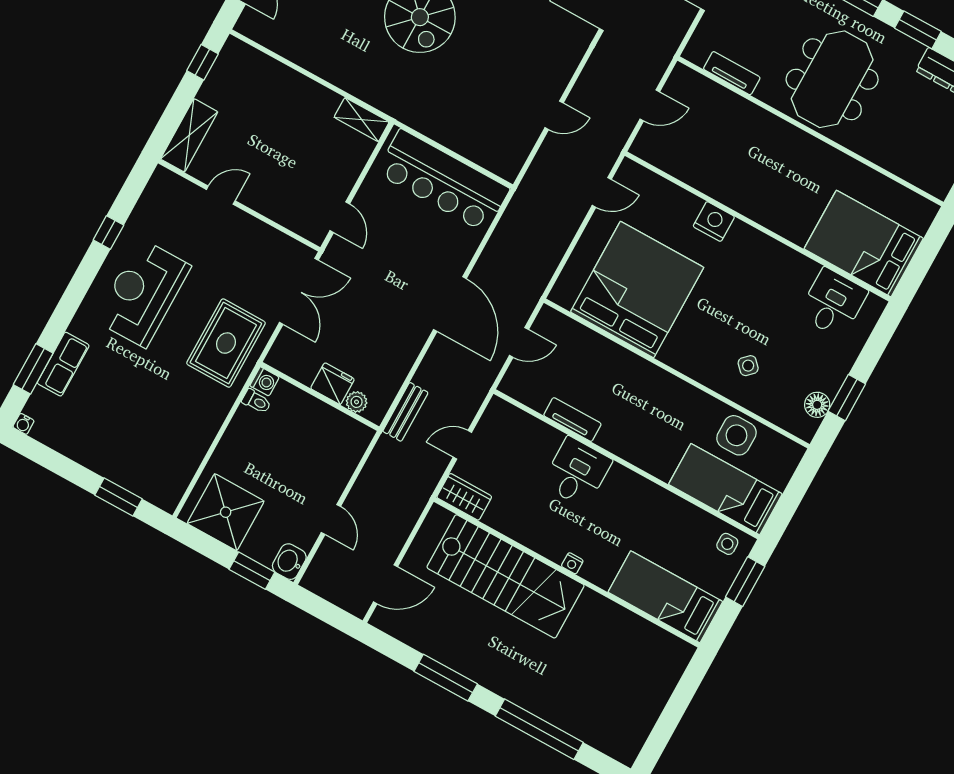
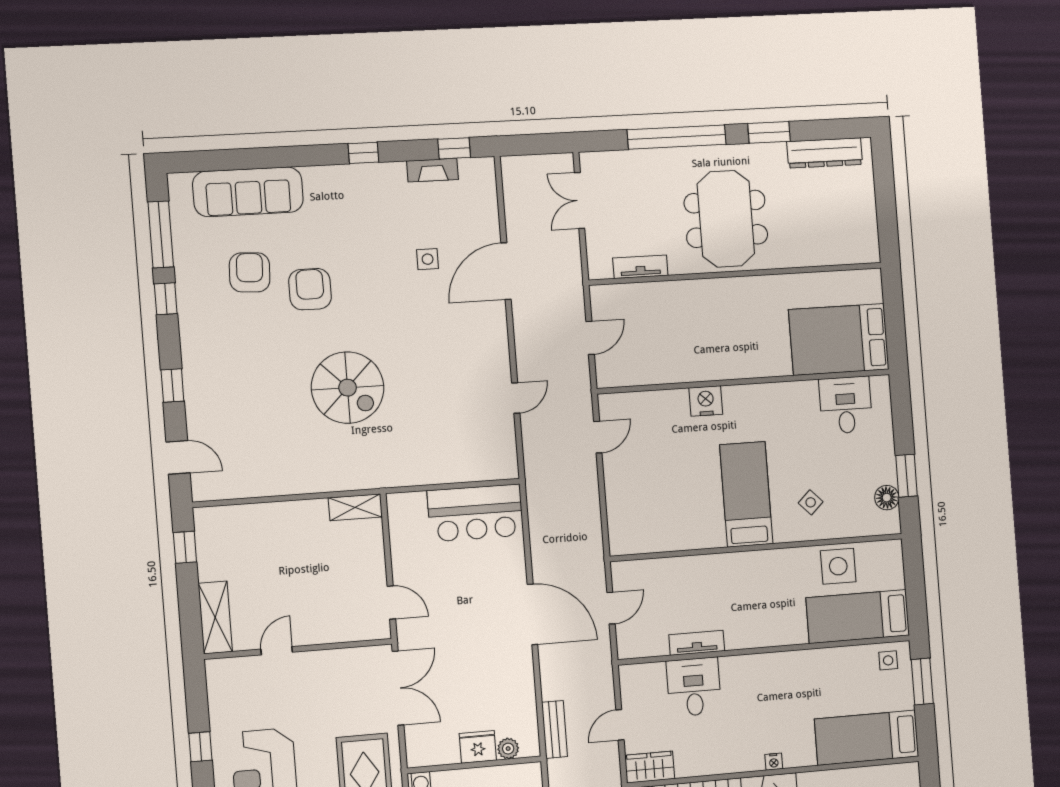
bar counter: (443, 181) -> (475, 513), width x0.73
bed: (637, 290) -> (746, 494), moved, width x0.49
desk: (577, 472) -> (694, 687), moved

